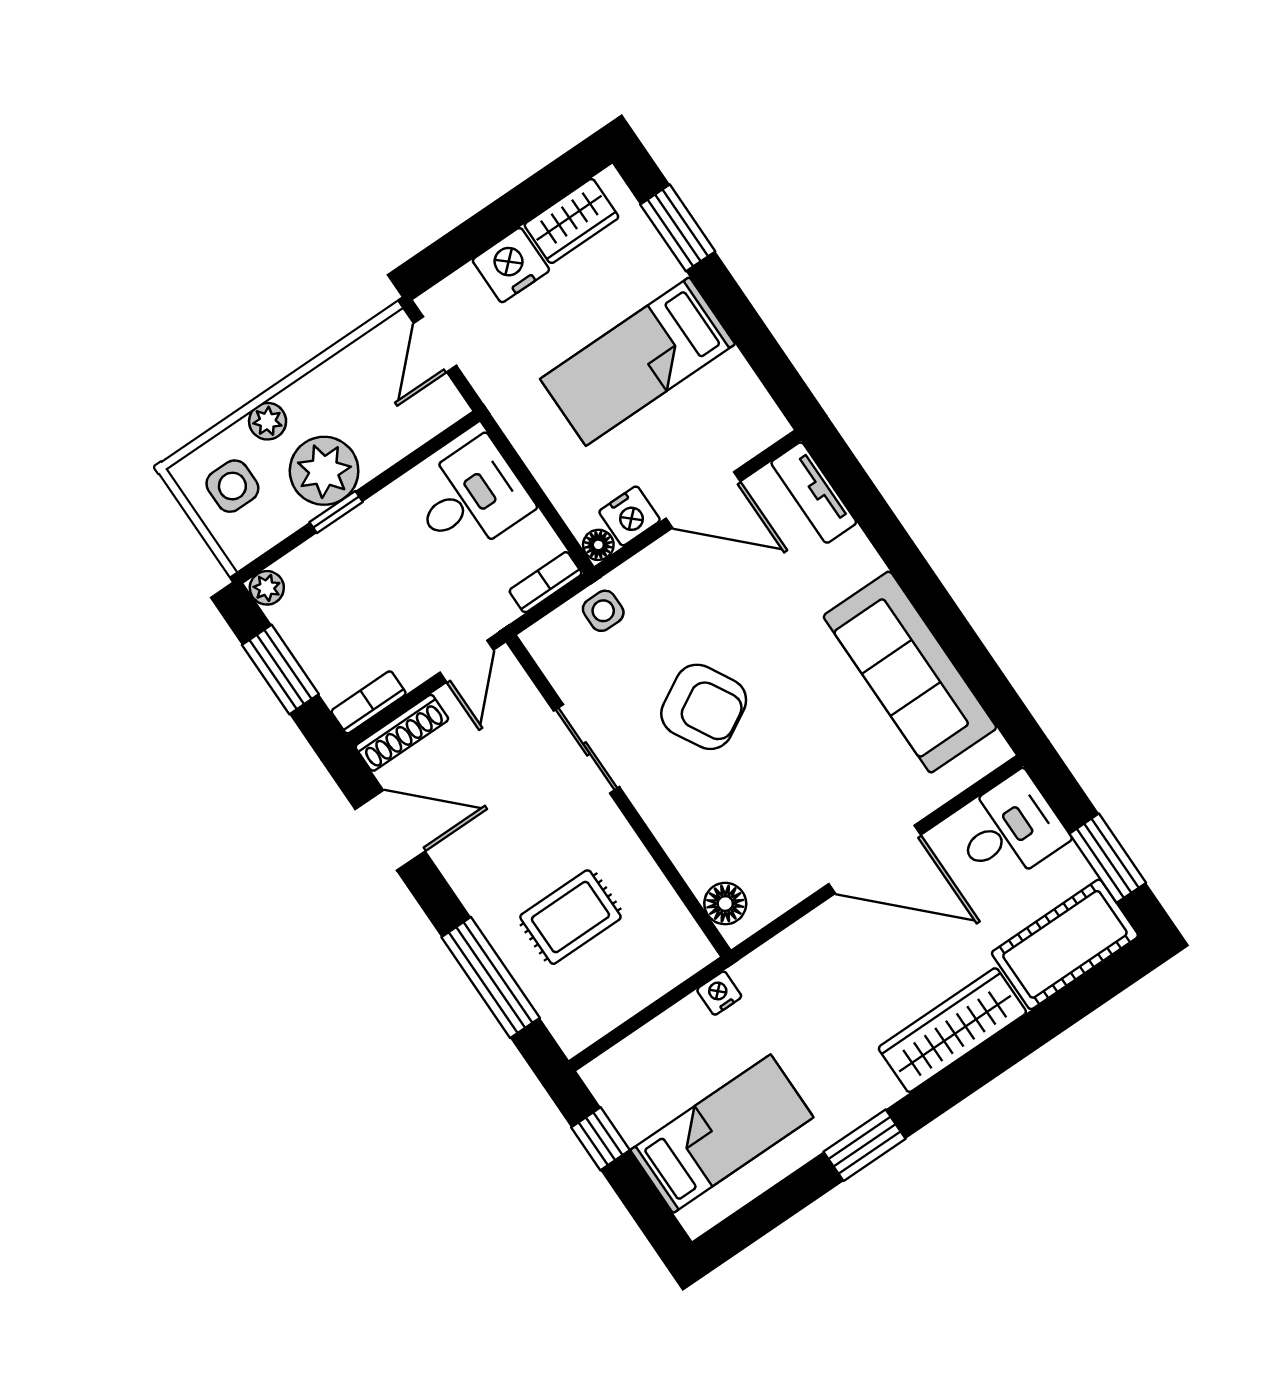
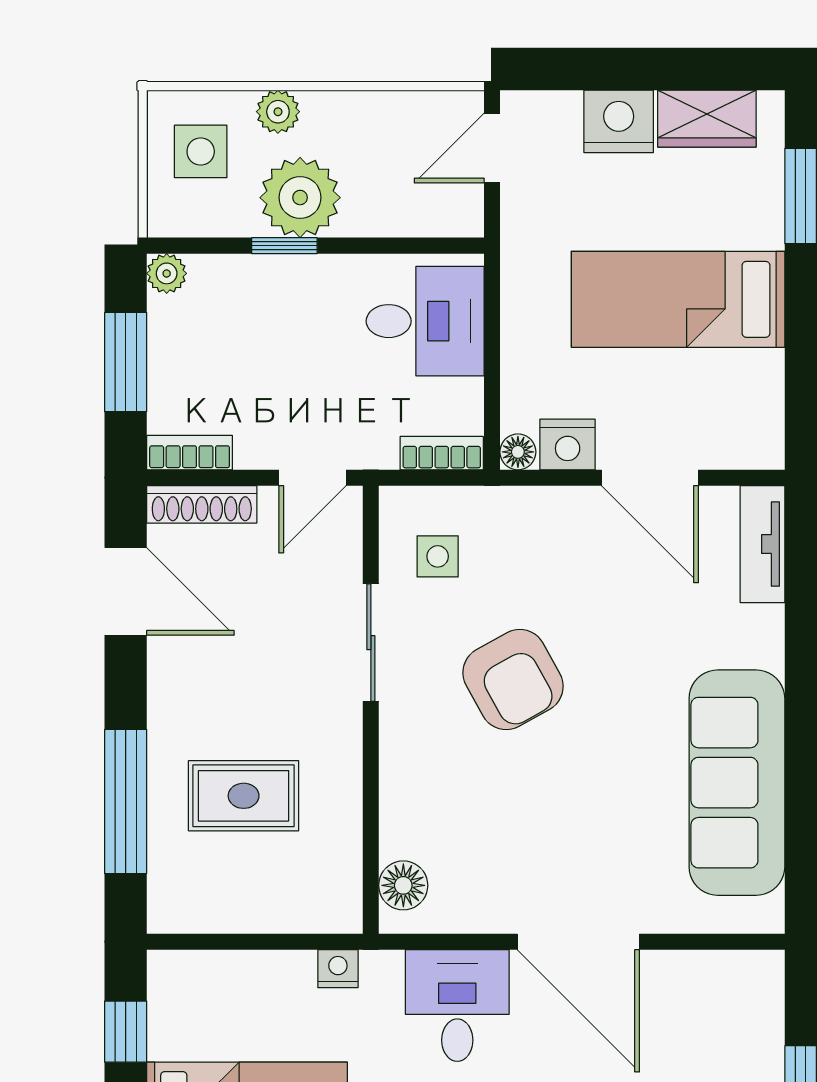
side table: (603, 611) -> (438, 556), moved
desk: (1009, 829) -> (457, 1006), moved, turned -90

